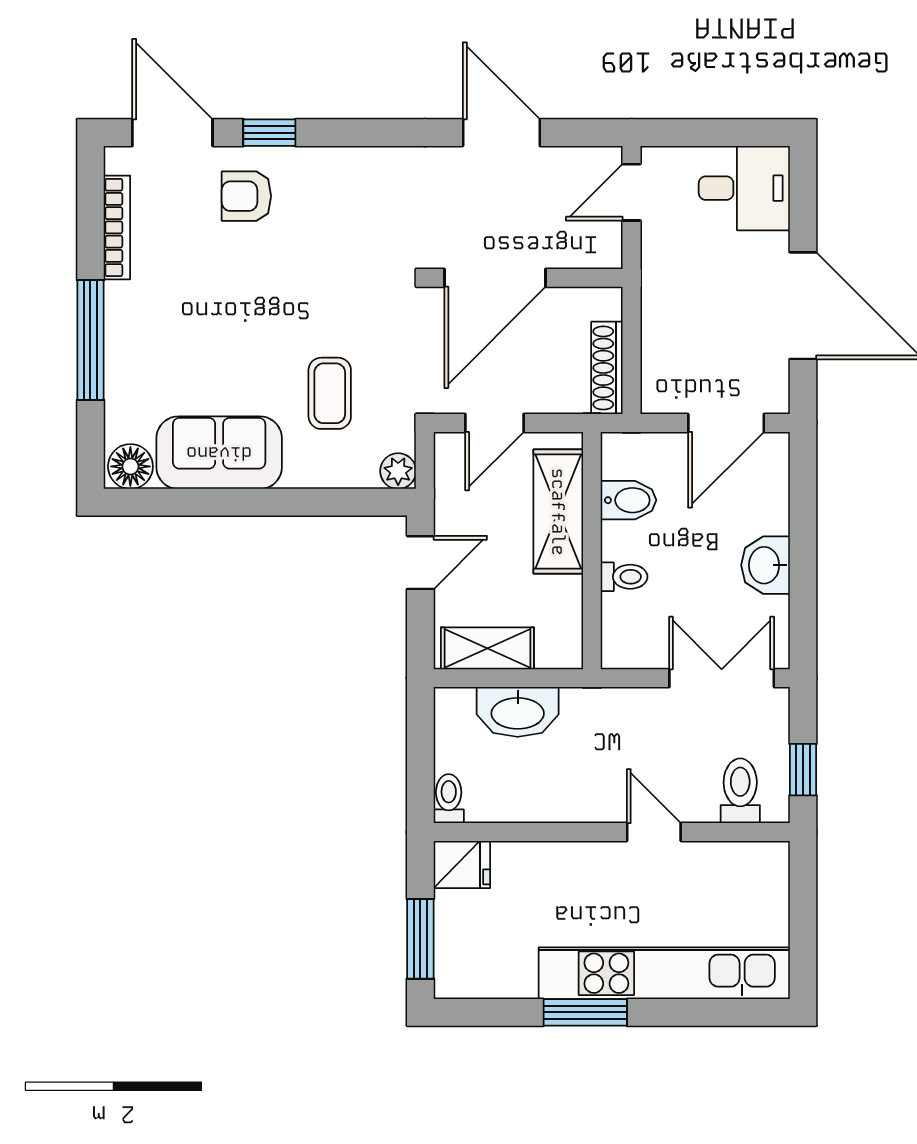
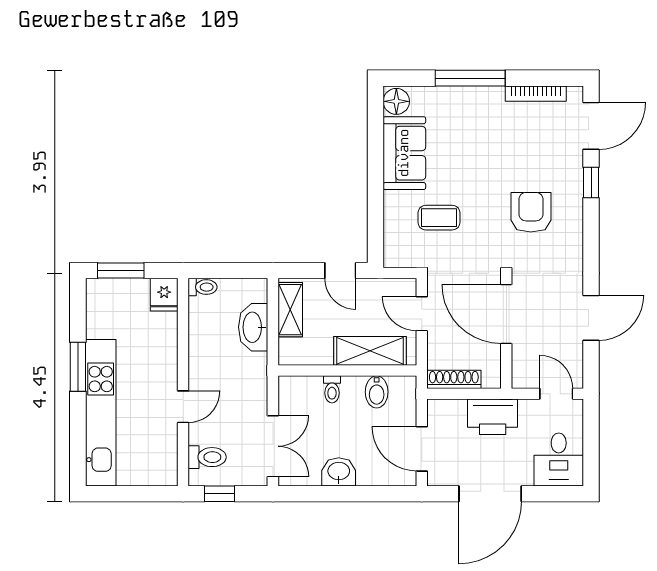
armchair: (246, 196) -> (531, 212), moved, width x1.38, depth x1.38
printer: (671, 301) -> (493, 417), added
plant: (398, 471) -> (394, 258), removed

